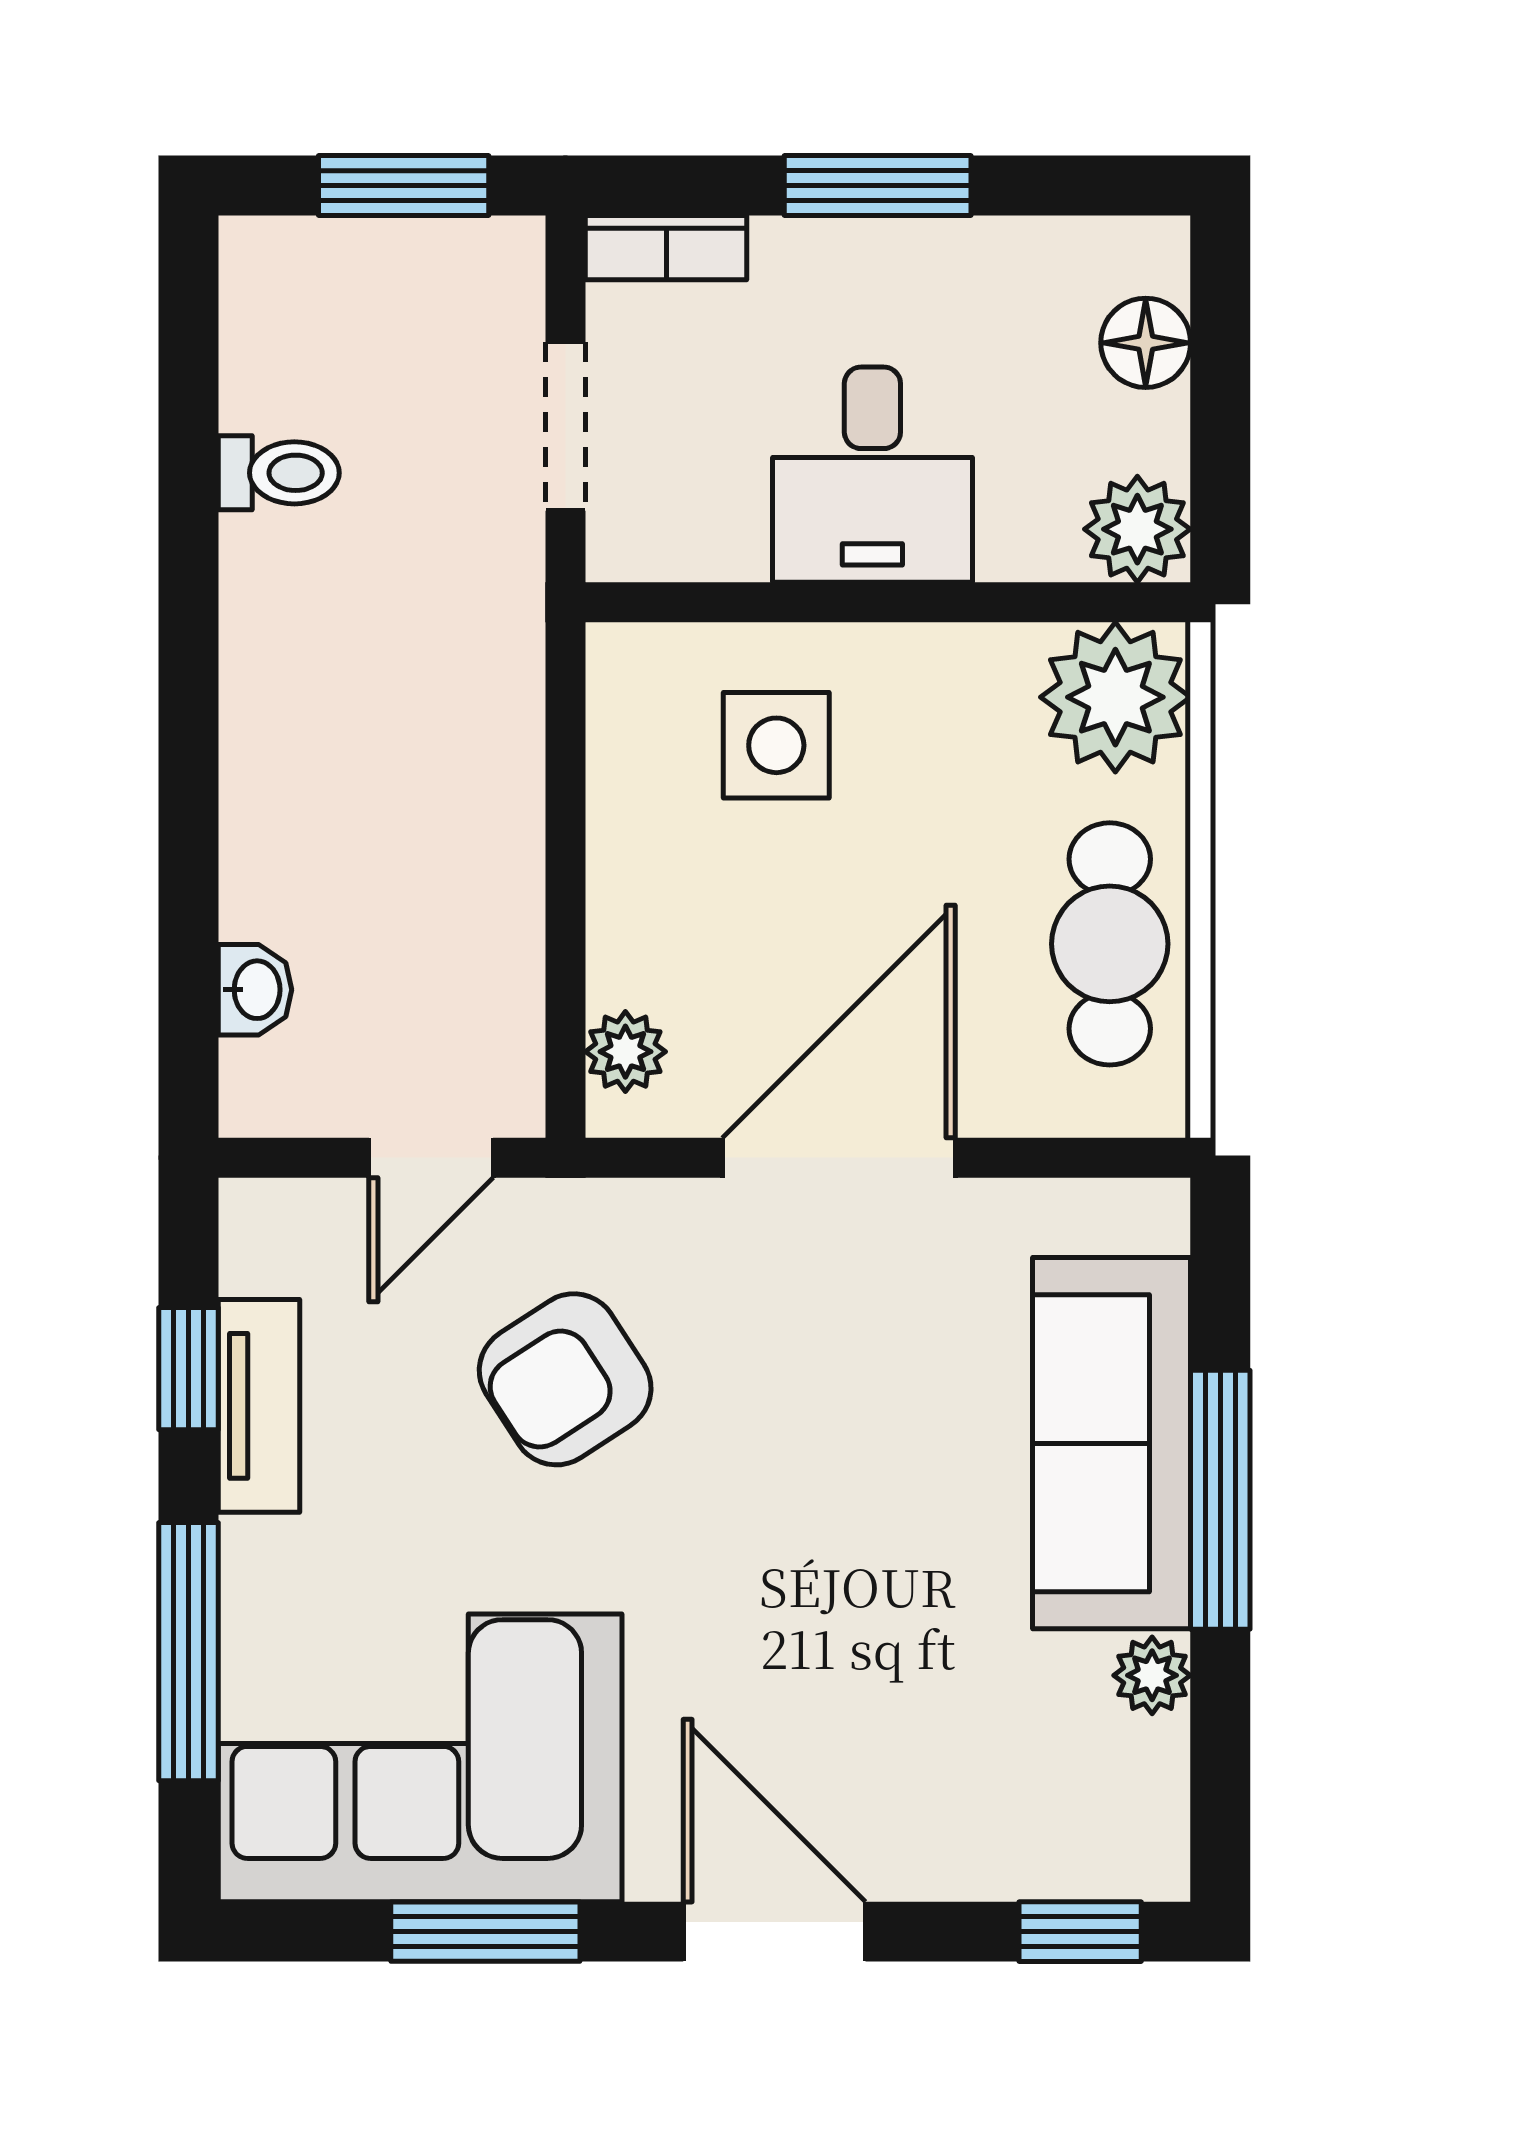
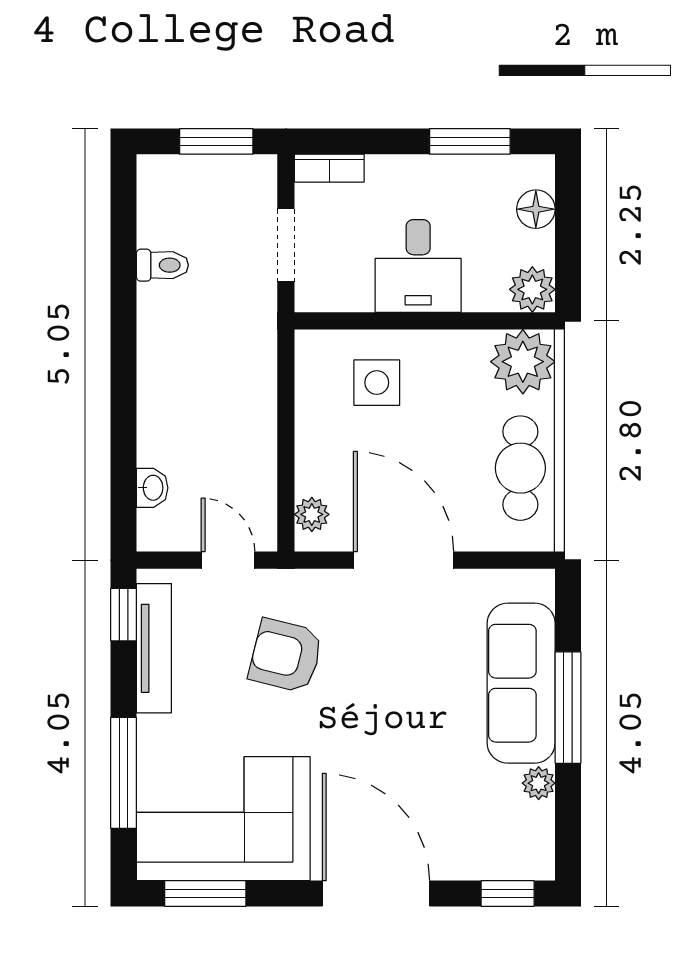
window: (878, 185) -> (470, 141), moved
door: (431, 1158) -> (228, 560), swing flipped
door: (839, 1158) -> (404, 560), hinge flipped
window: (189, 1369) -> (124, 615), moved
armchair: (565, 1379) -> (286, 656), turned 47
tv unit: (259, 1406) -> (154, 648), width x1.41
window: (485, 1932) -> (205, 893), moved
door: (774, 1932) -> (376, 893), width x1.36

